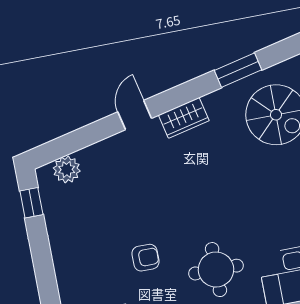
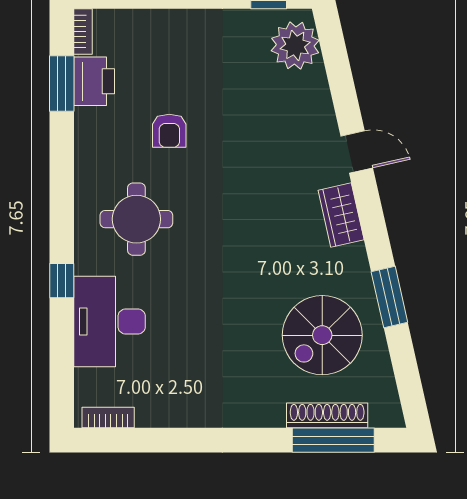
plant: (67, 170) -> (295, 45), width x1.36, depth x1.36

